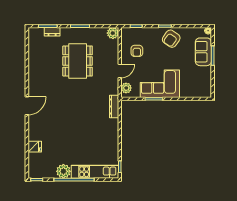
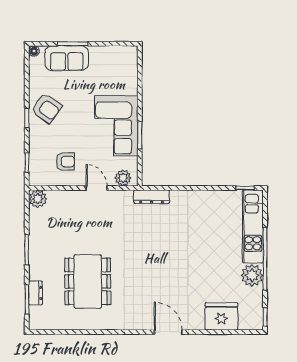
dining table: (78, 61) -> (88, 281), moved, turned 90
door: (27, 106) -> (168, 332), moved
fridge: (35, 147) -> (221, 316), width x1.88, depth x1.34

